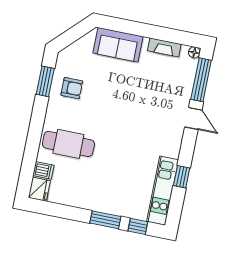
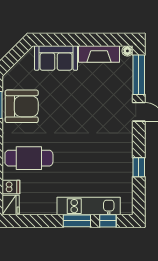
fireplace: (164, 47) -> (99, 54), width x1.37, depth x1.32
armchair: (72, 88) -> (22, 106), width x1.88, depth x1.88
kitchen unit: (163, 191) -> (89, 206), moved, turned 90

